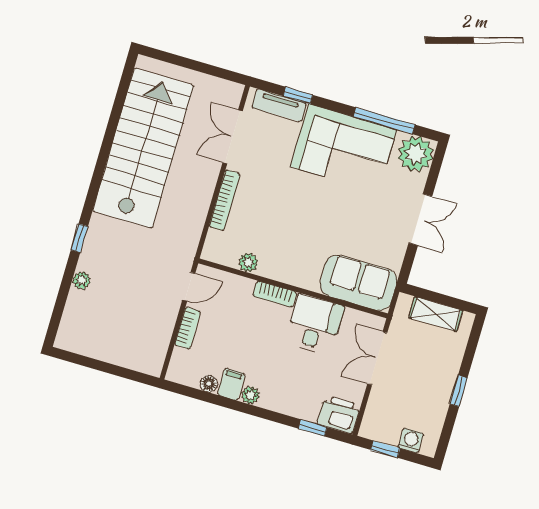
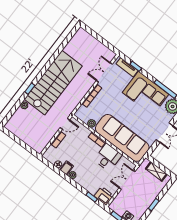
stairs: (143, 148) -> (53, 83), moved
sofa: (358, 283) -> (122, 138), width x1.85, depth x1.27

